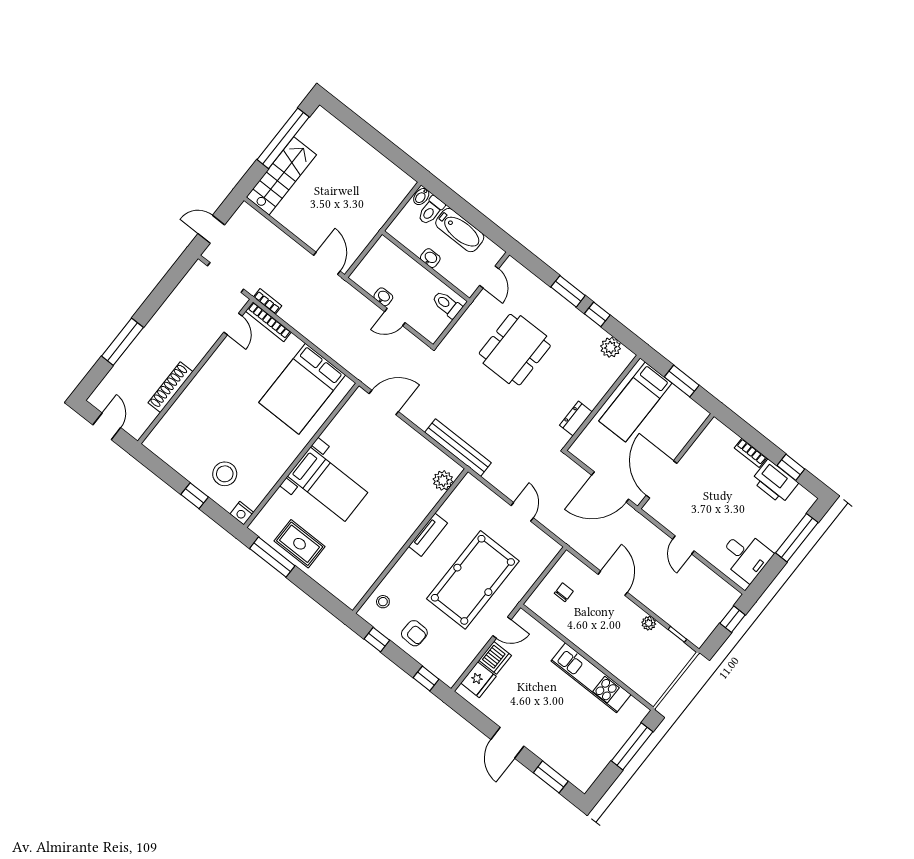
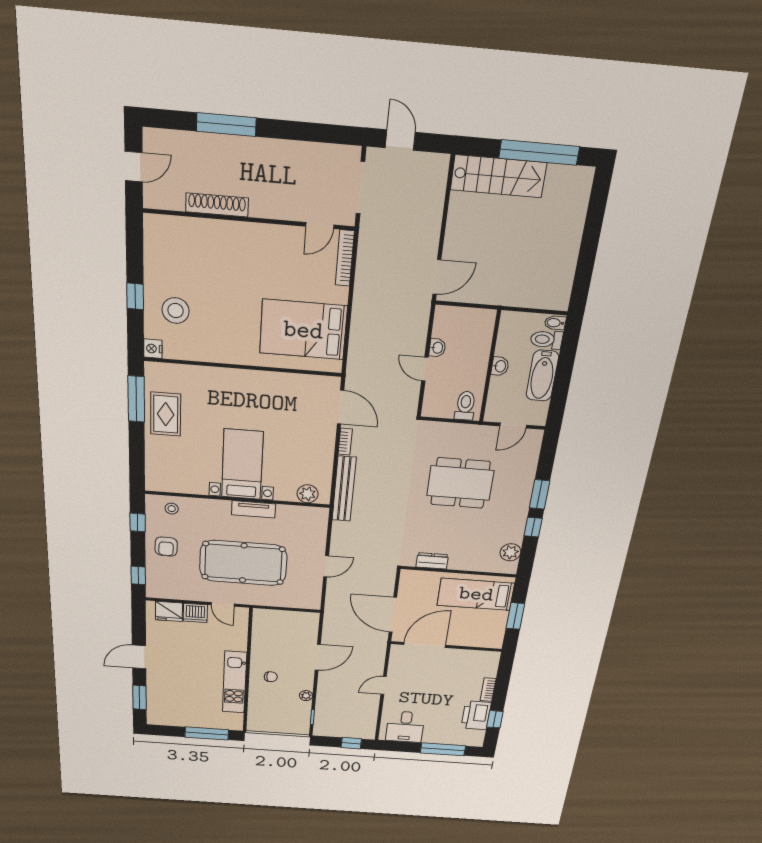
bookcase: (268, 301) -> (345, 442), moved
bed with nightstands: (328, 484) -> (242, 464), moved, turned 180
chair: (564, 592) -> (271, 677), moved

